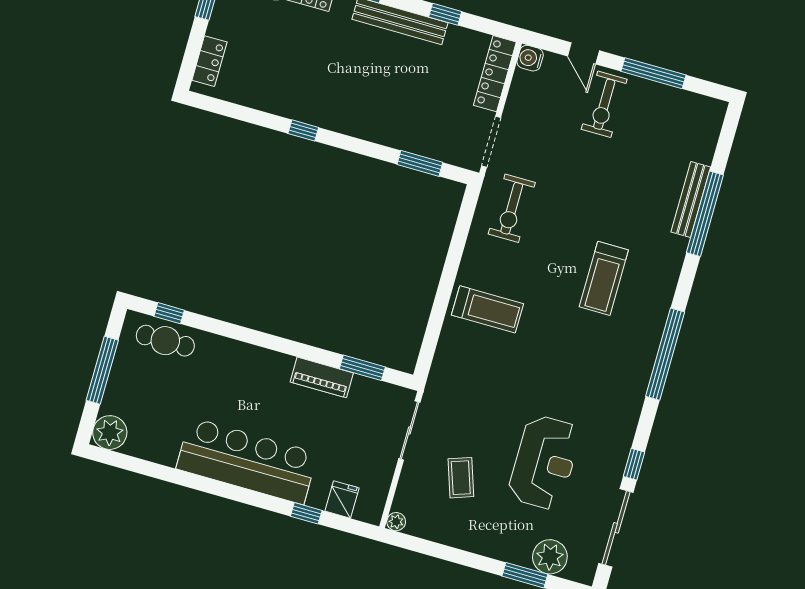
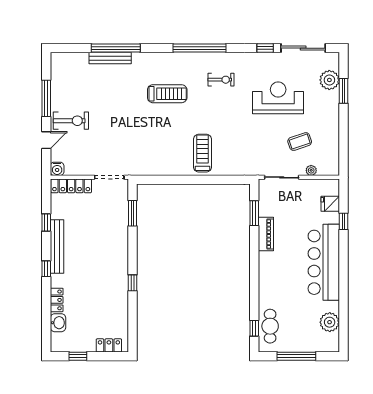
exercise bike: (512, 208) -> (221, 80), moved, width x0.73, depth x0.72
plant: (110, 433) -> (330, 322), moved
plant: (396, 522) -> (311, 170), moved

